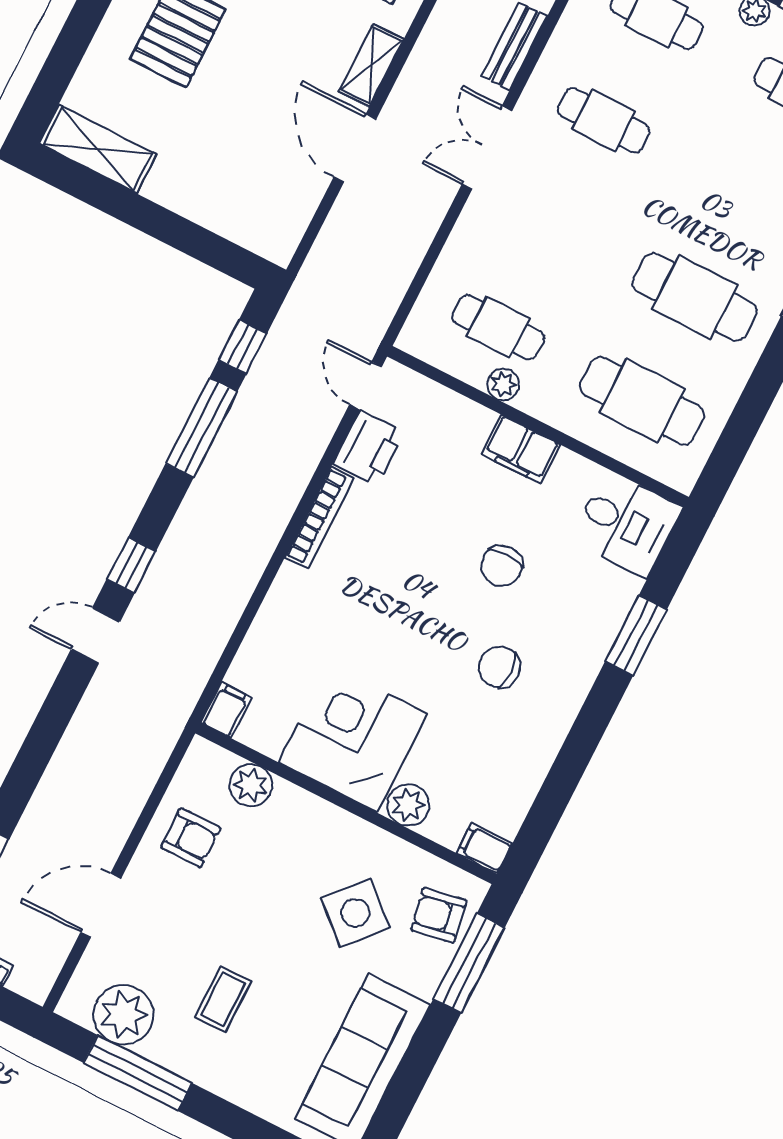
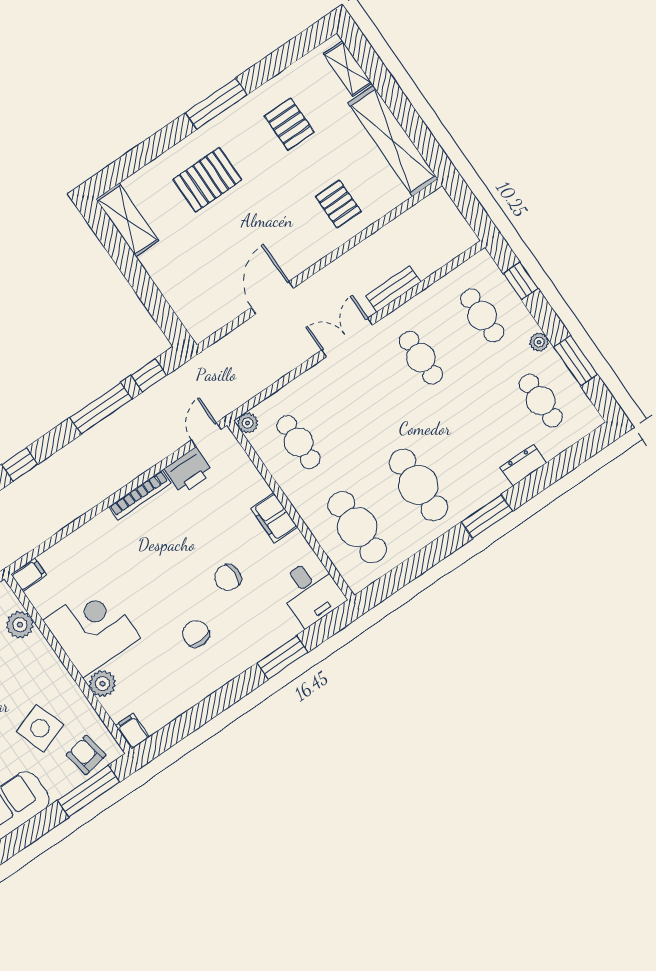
shelving: (371, 65) -> (307, 256), removed
plant: (503, 384) -> (248, 423), moved
side table: (355, 913) -> (40, 728), turned 30

